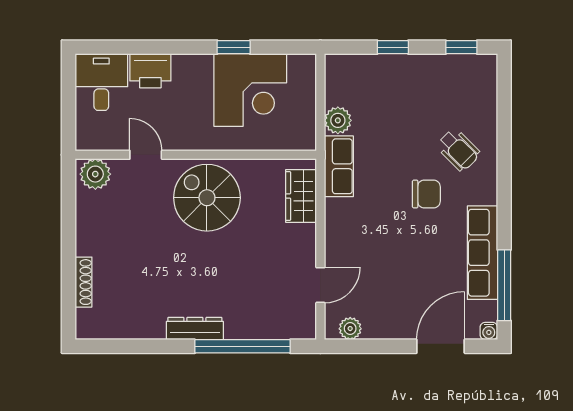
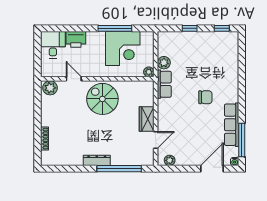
window: (234, 47) -> (115, 28), width x2.17
plant: (306, 140) -> (149, 72), added
wheelchair: (458, 150) -> (220, 76), removed
wardrobe: (301, 196) -> (147, 119), moved

